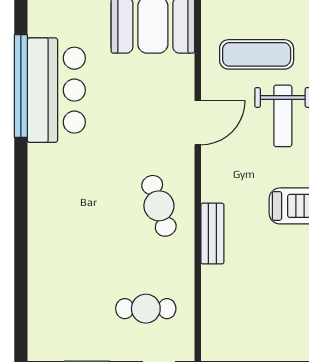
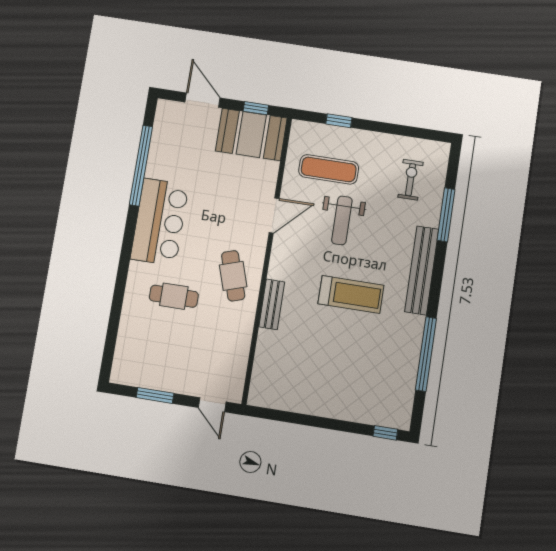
bar counter: (56, 90) -> (160, 222), moved
cafe table: (146, 309) -> (174, 296), moved

